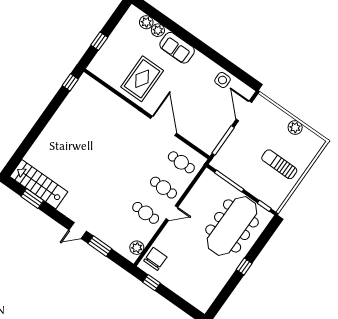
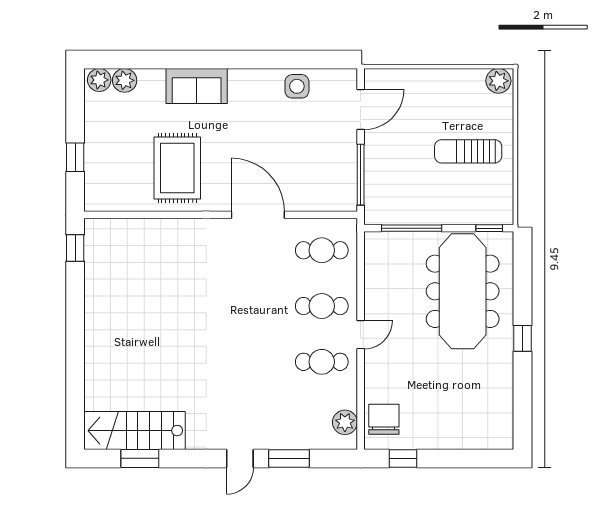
plant: (158, 30) -> (99, 80), moved
door: (244, 111) -> (361, 109), swing flipped
plant: (295, 128) -> (498, 81), moved

